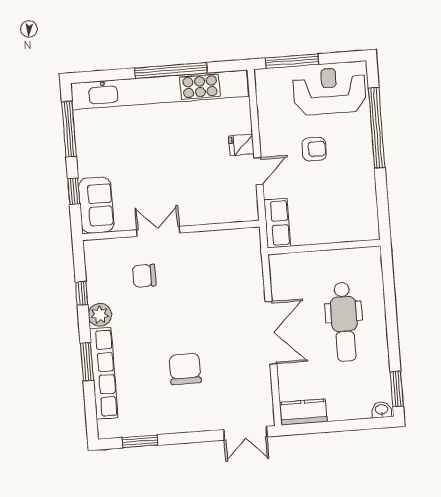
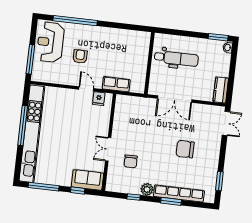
fridge: (241, 145) -> (99, 99), moved
wall: (324, 247) -> (149, 63), moved
double door: (271, 333) -> (175, 99), swing flipped

